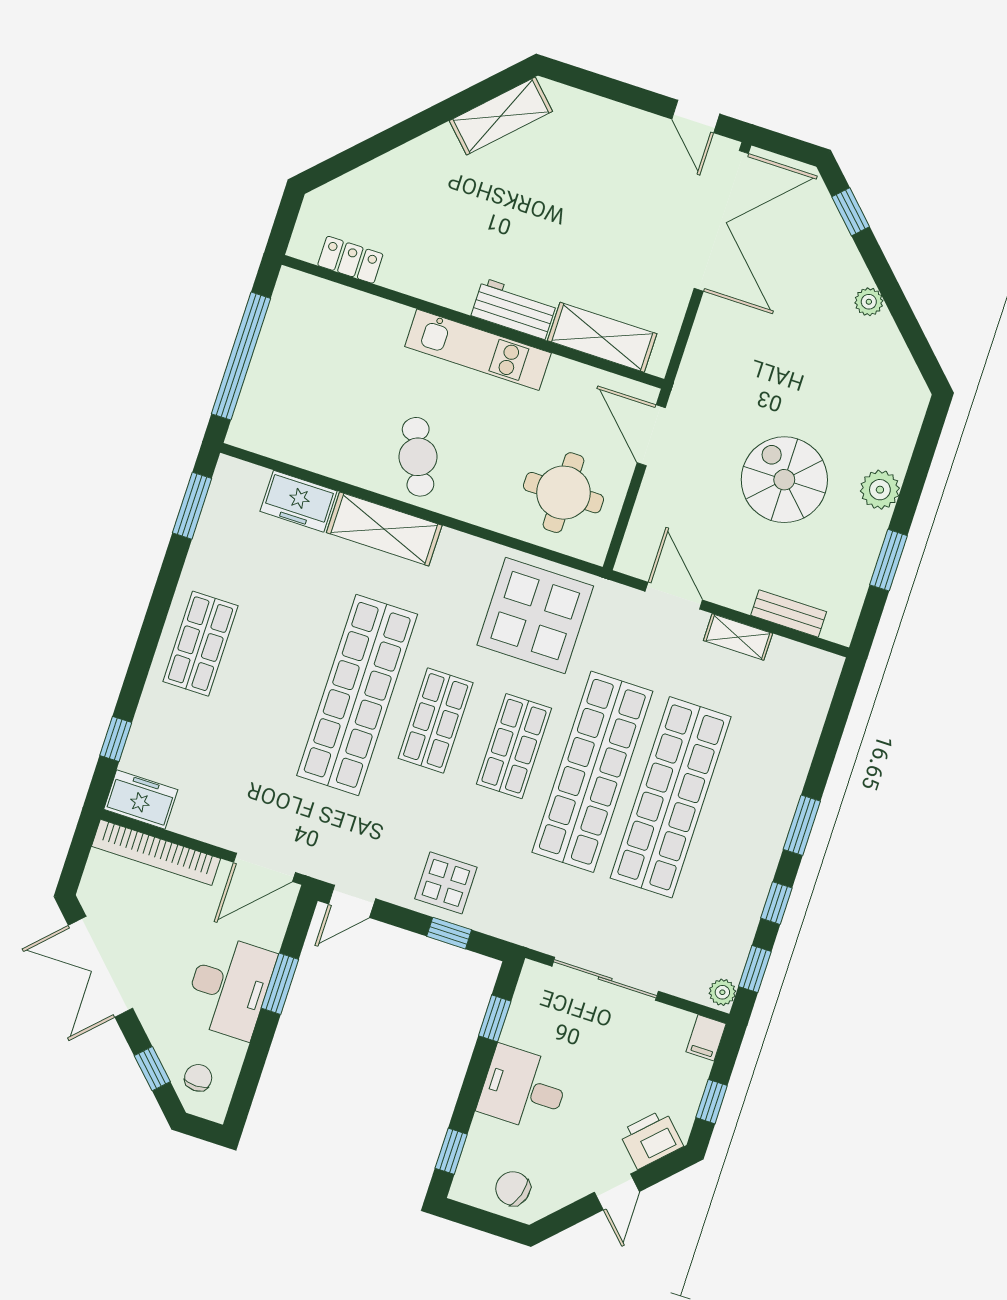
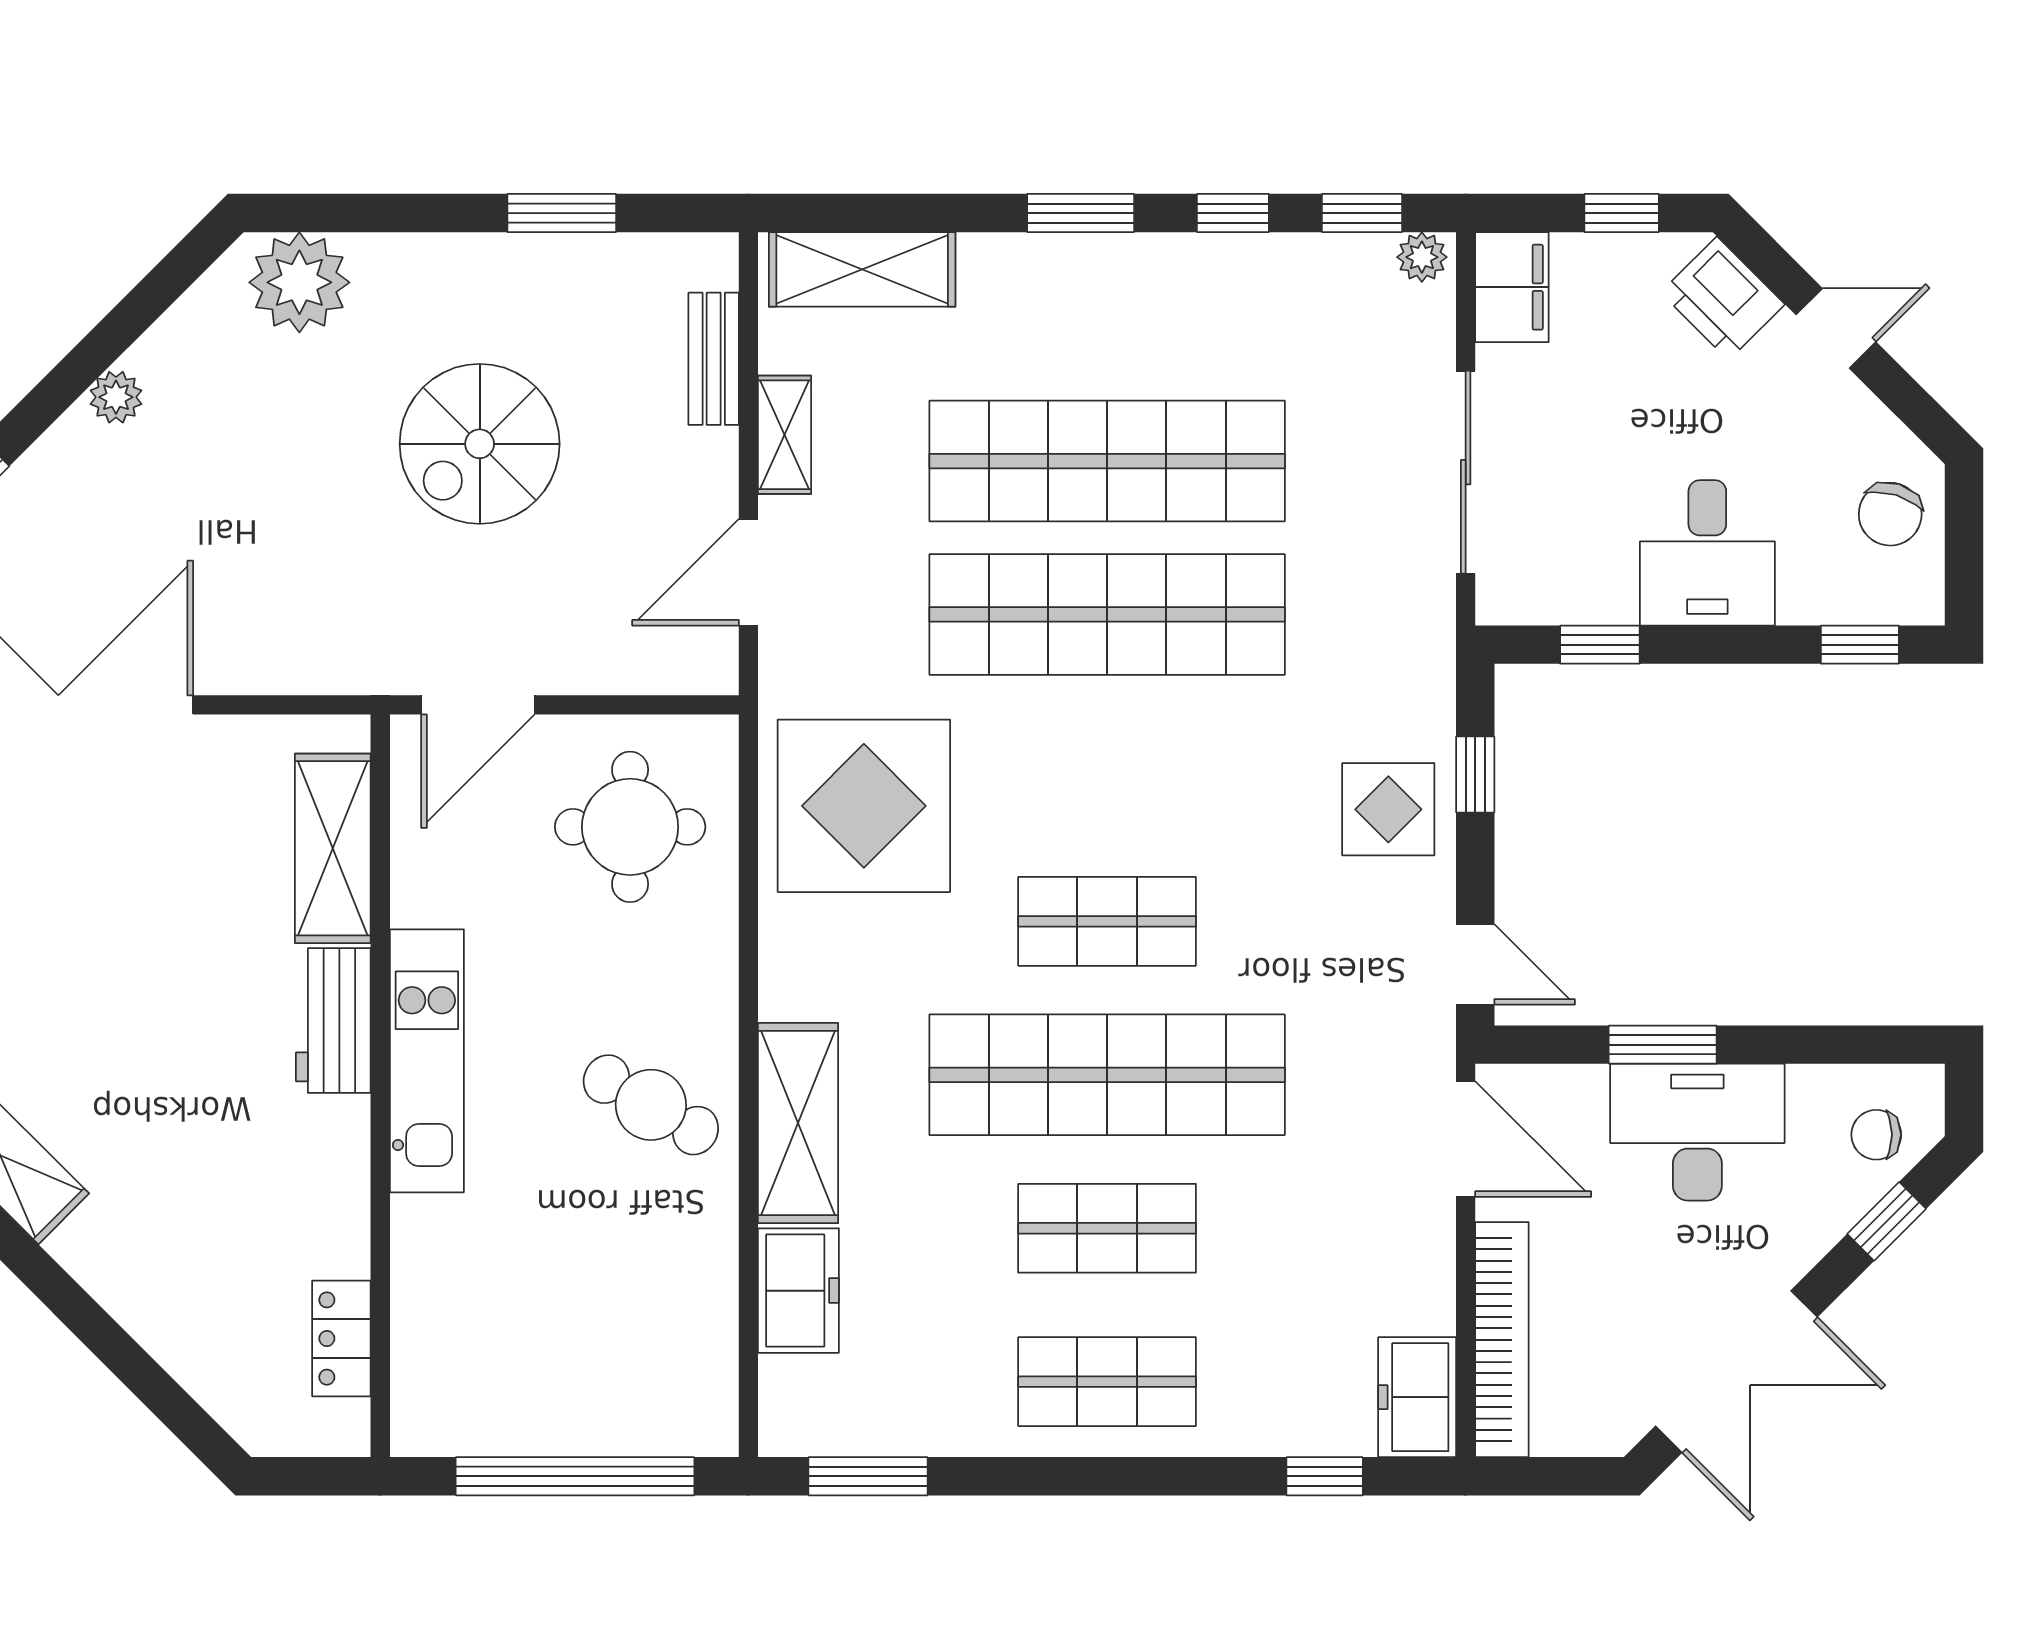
cafe table: (418, 457) -> (651, 1105), turned 53
plant: (880, 490) -> (299, 282), moved, width x1.36, depth x1.36
shelving: (810, 704) -> (862, 269), added
shop shelf: (514, 746) -> (1107, 1228), moved
filing cabinet: (706, 1038) -> (1512, 287), width x2.00

